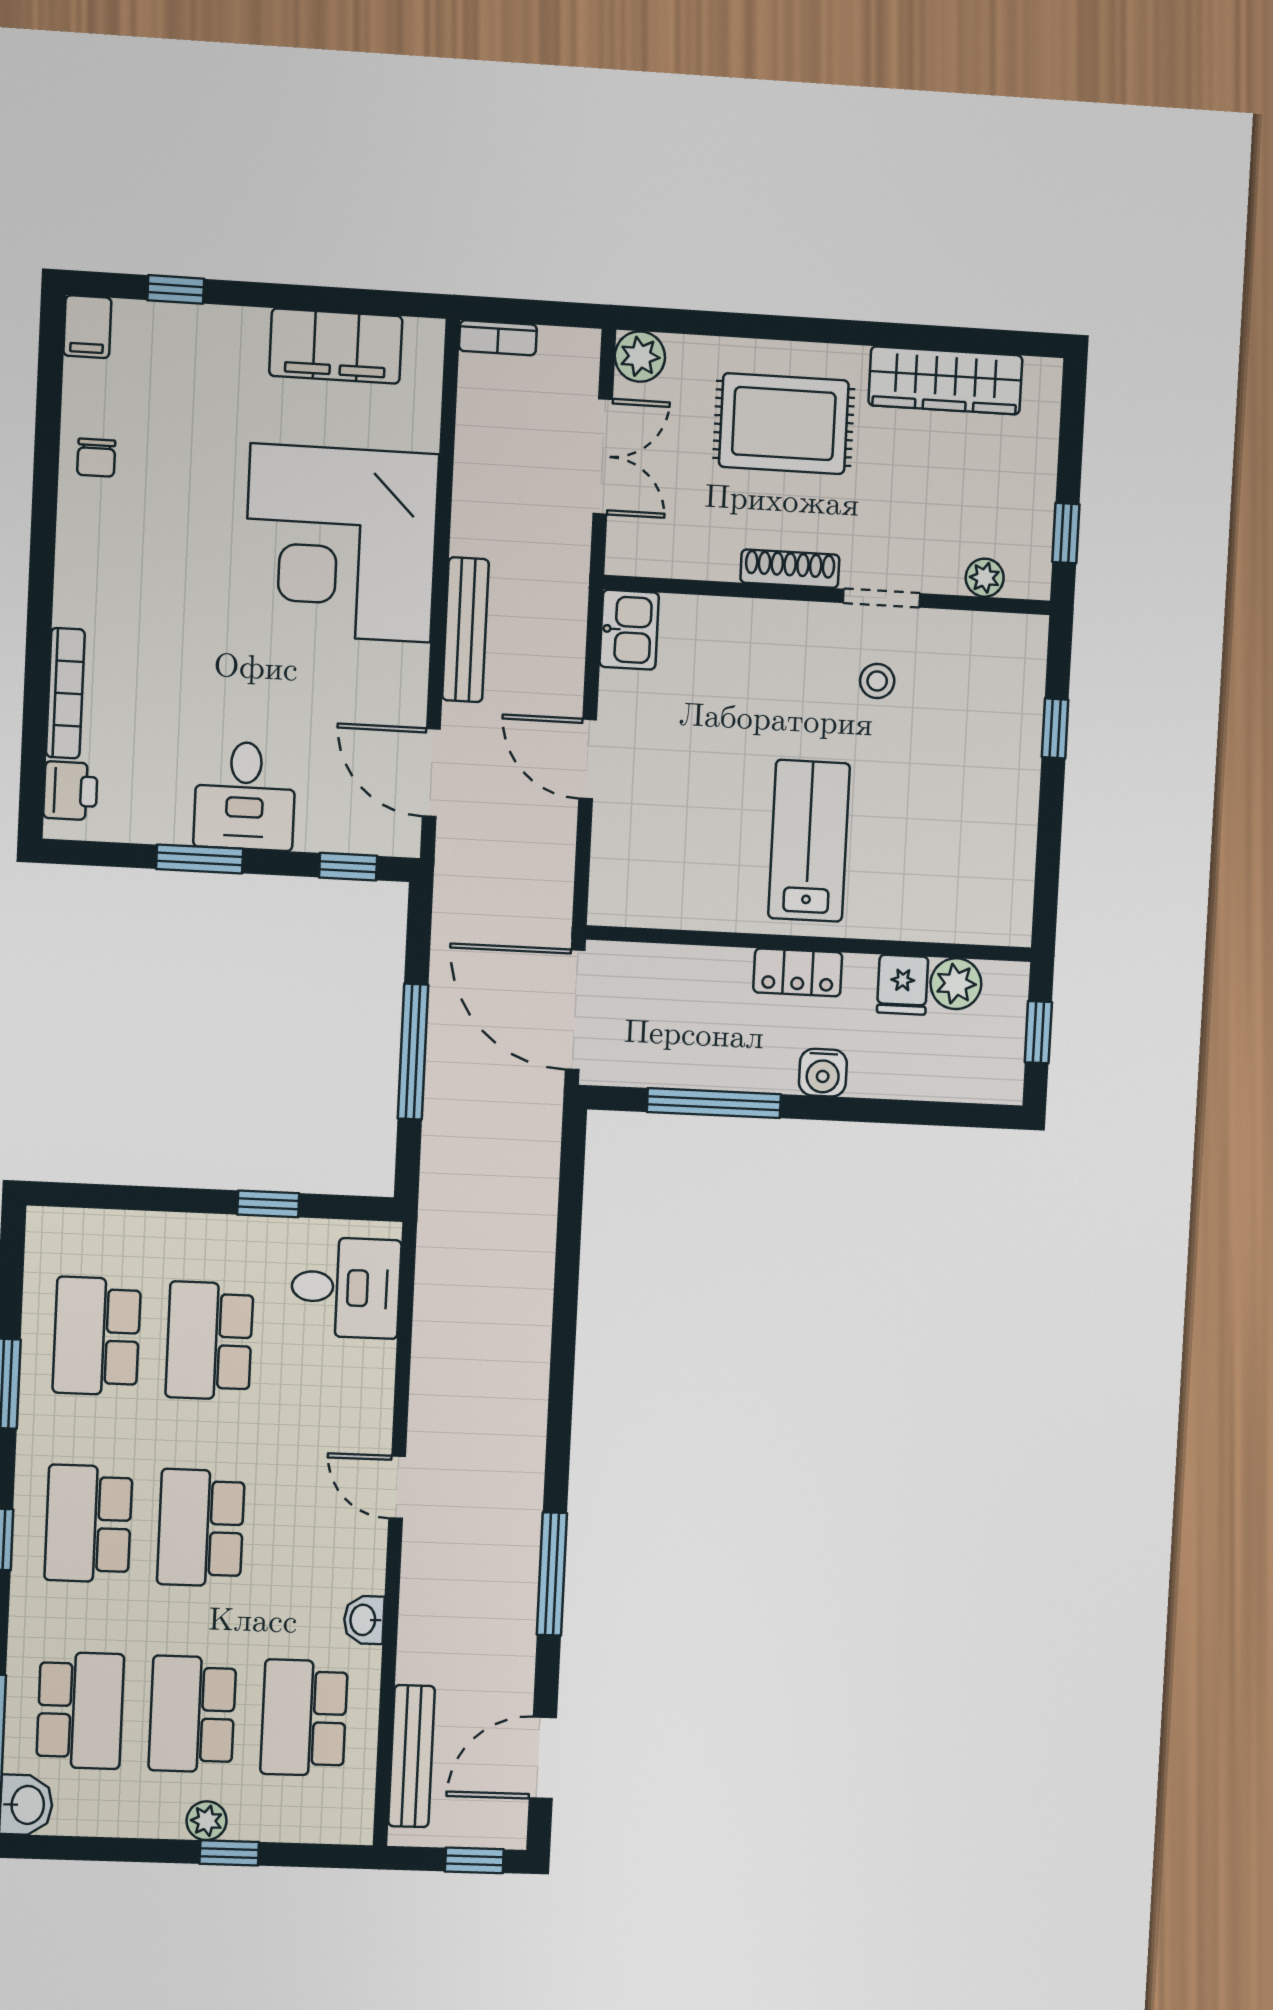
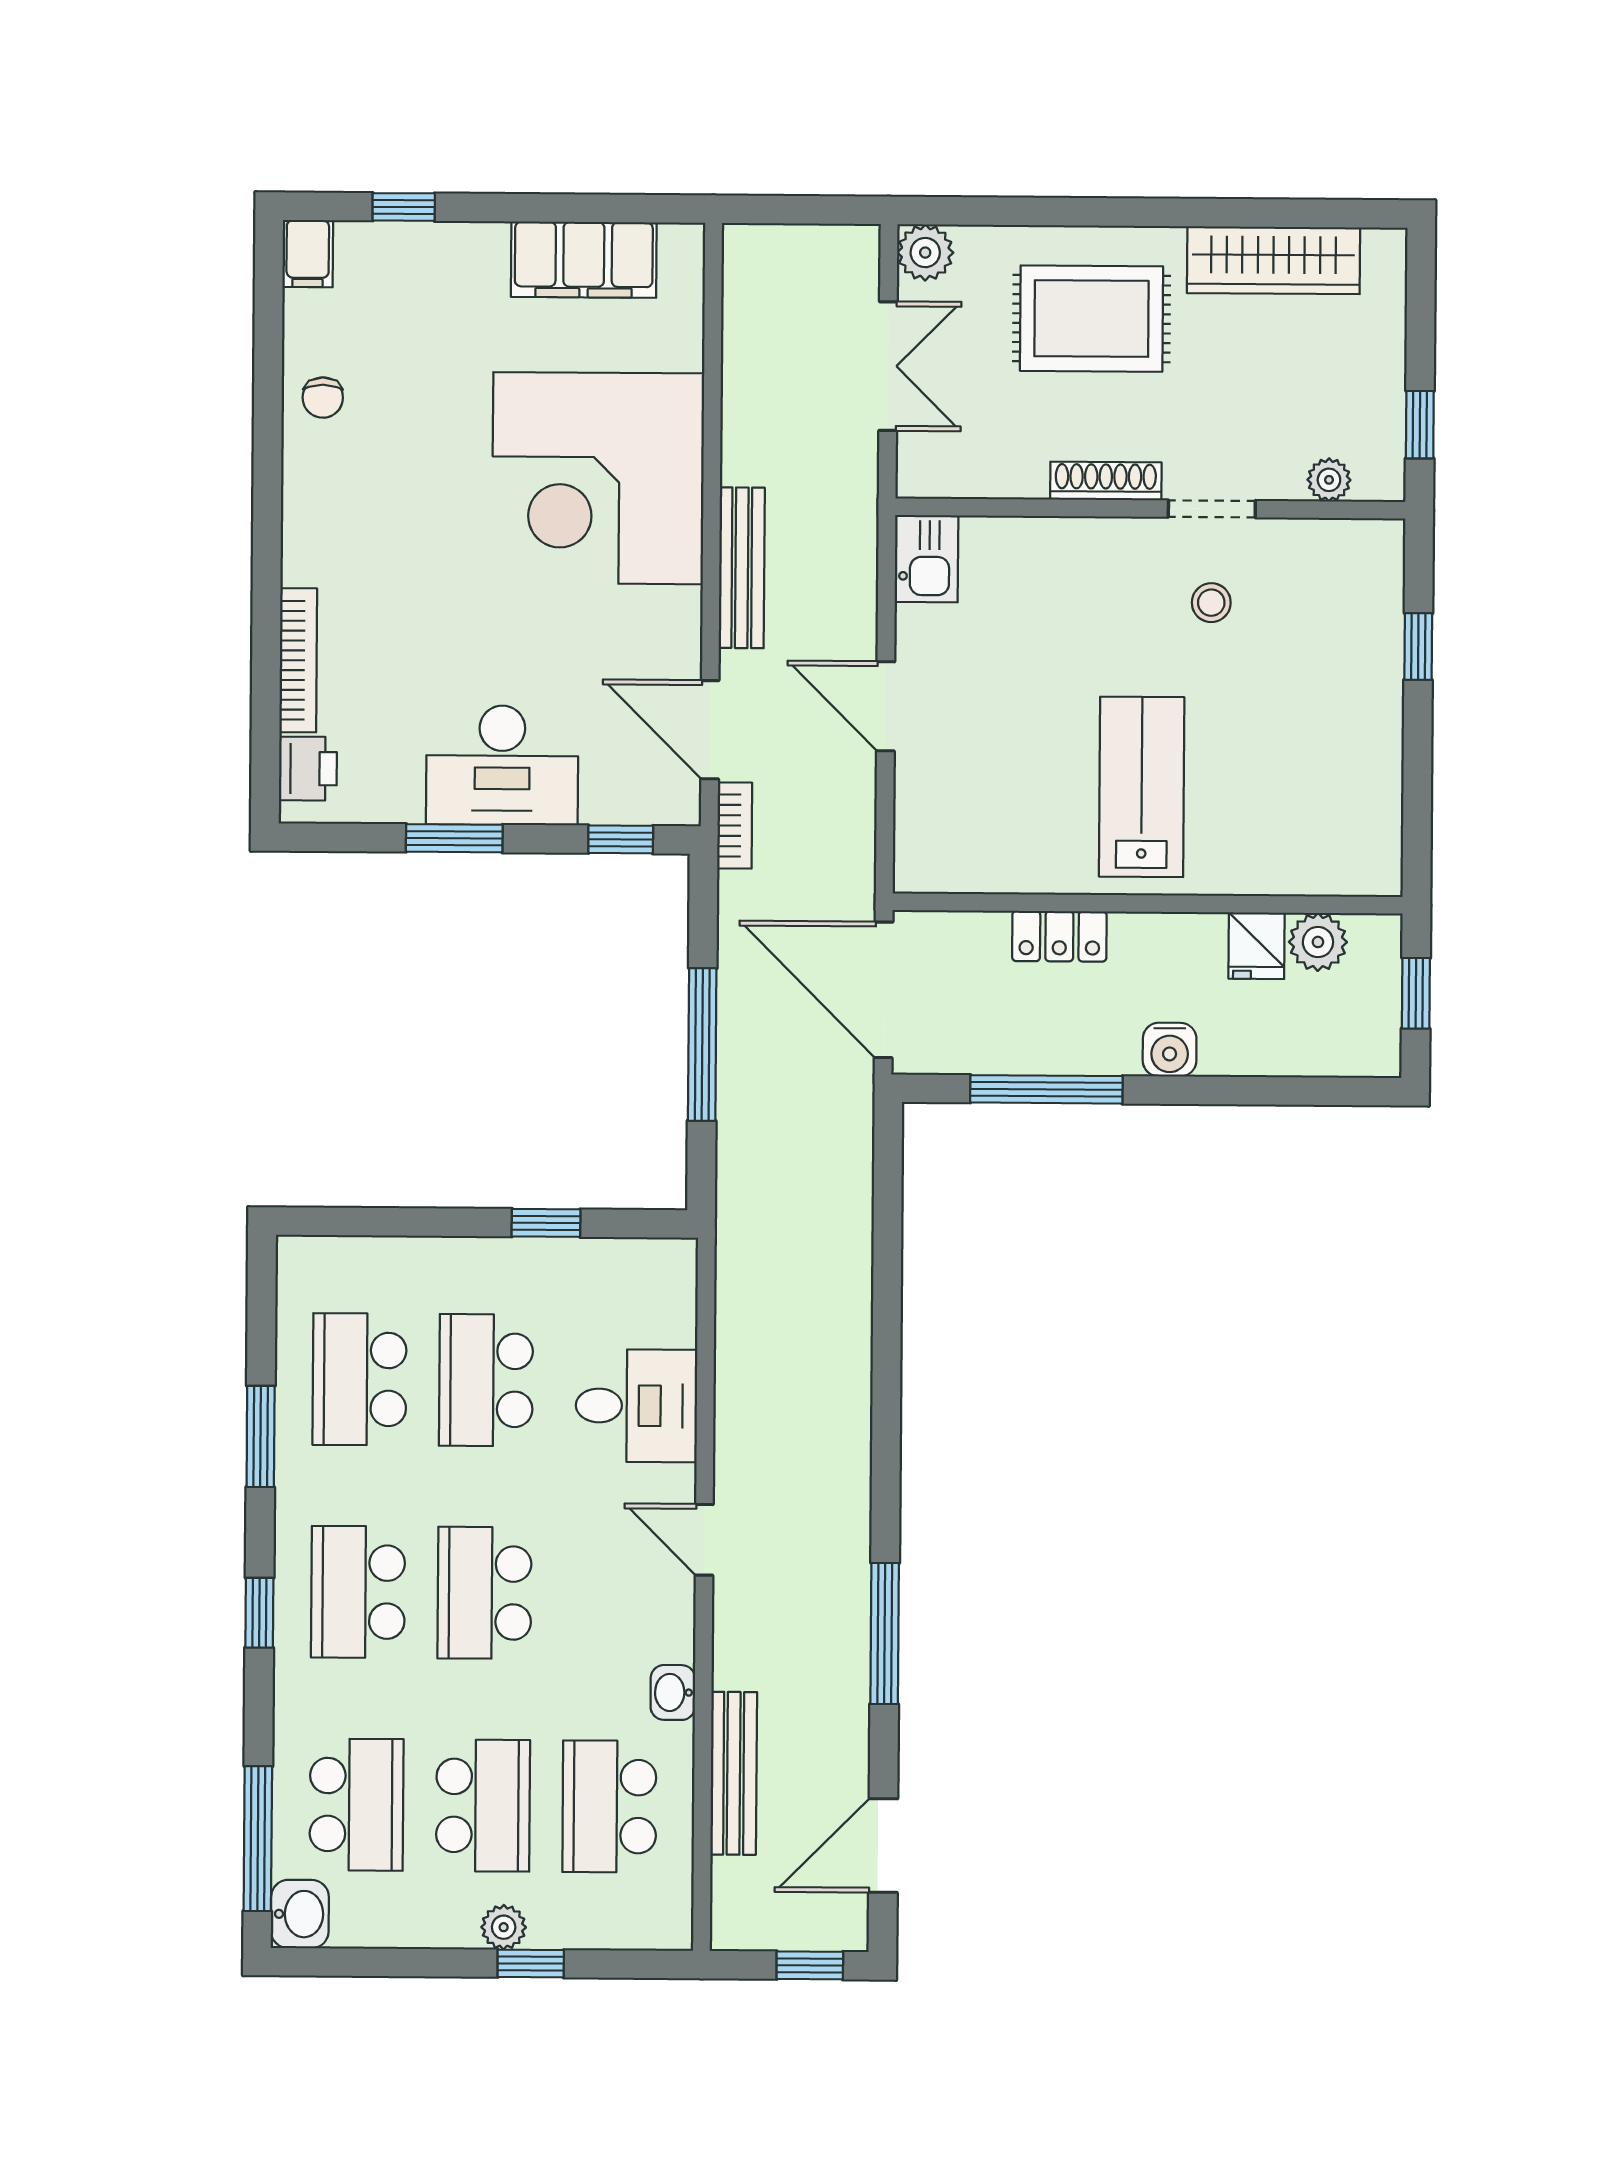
bookcase: (498, 338) -> (735, 826), moved, turned -90
desk: (245, 796) -> (502, 765), width x1.37
locker: (798, 972) -> (1059, 936), moved
desk: (346, 1288) -> (636, 1406), moved
school desk: (192, 1714) -> (483, 1806), turned 180
bench: (411, 1756) -> (734, 1773), moved

